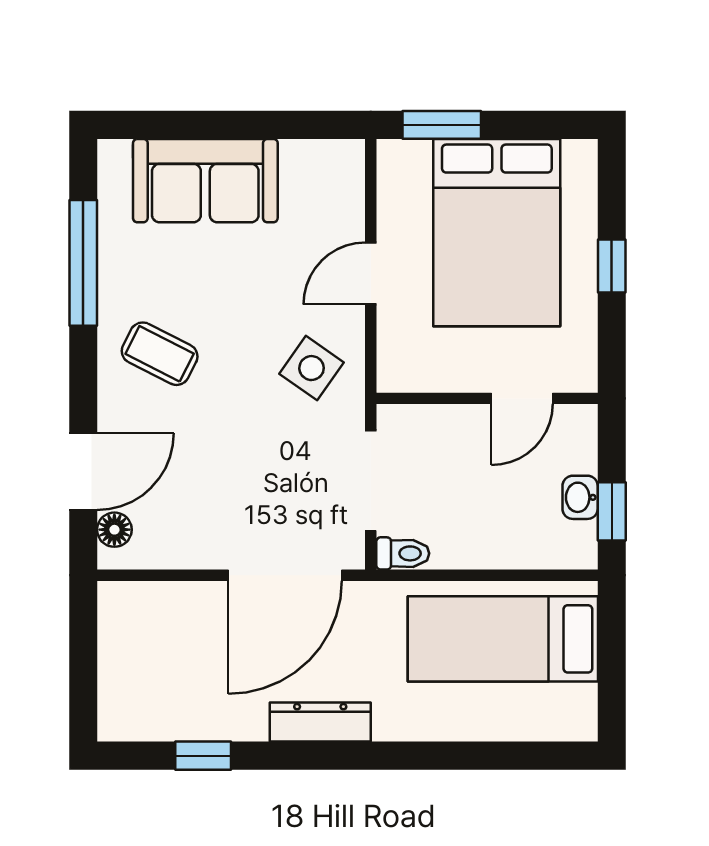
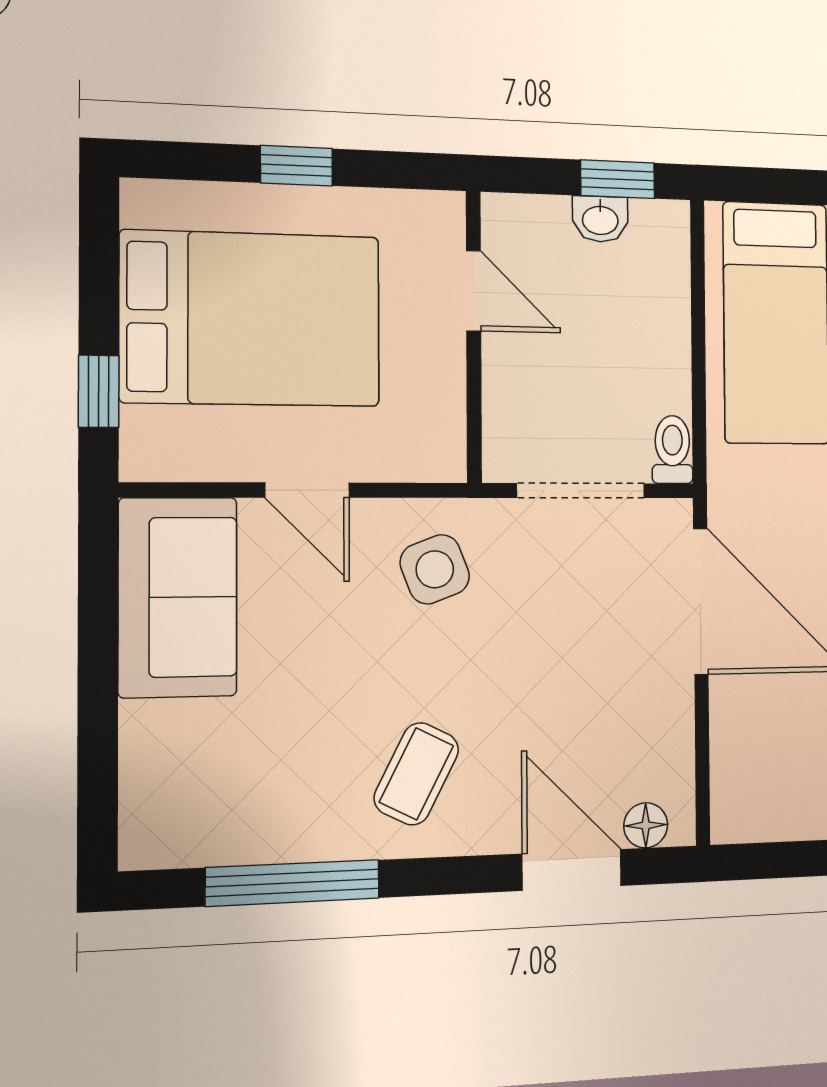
window: (442, 125) -> (99, 391), width x0.67
sofa: (205, 181) -> (178, 597), moved
side table: (312, 368) -> (435, 569), turned 34

